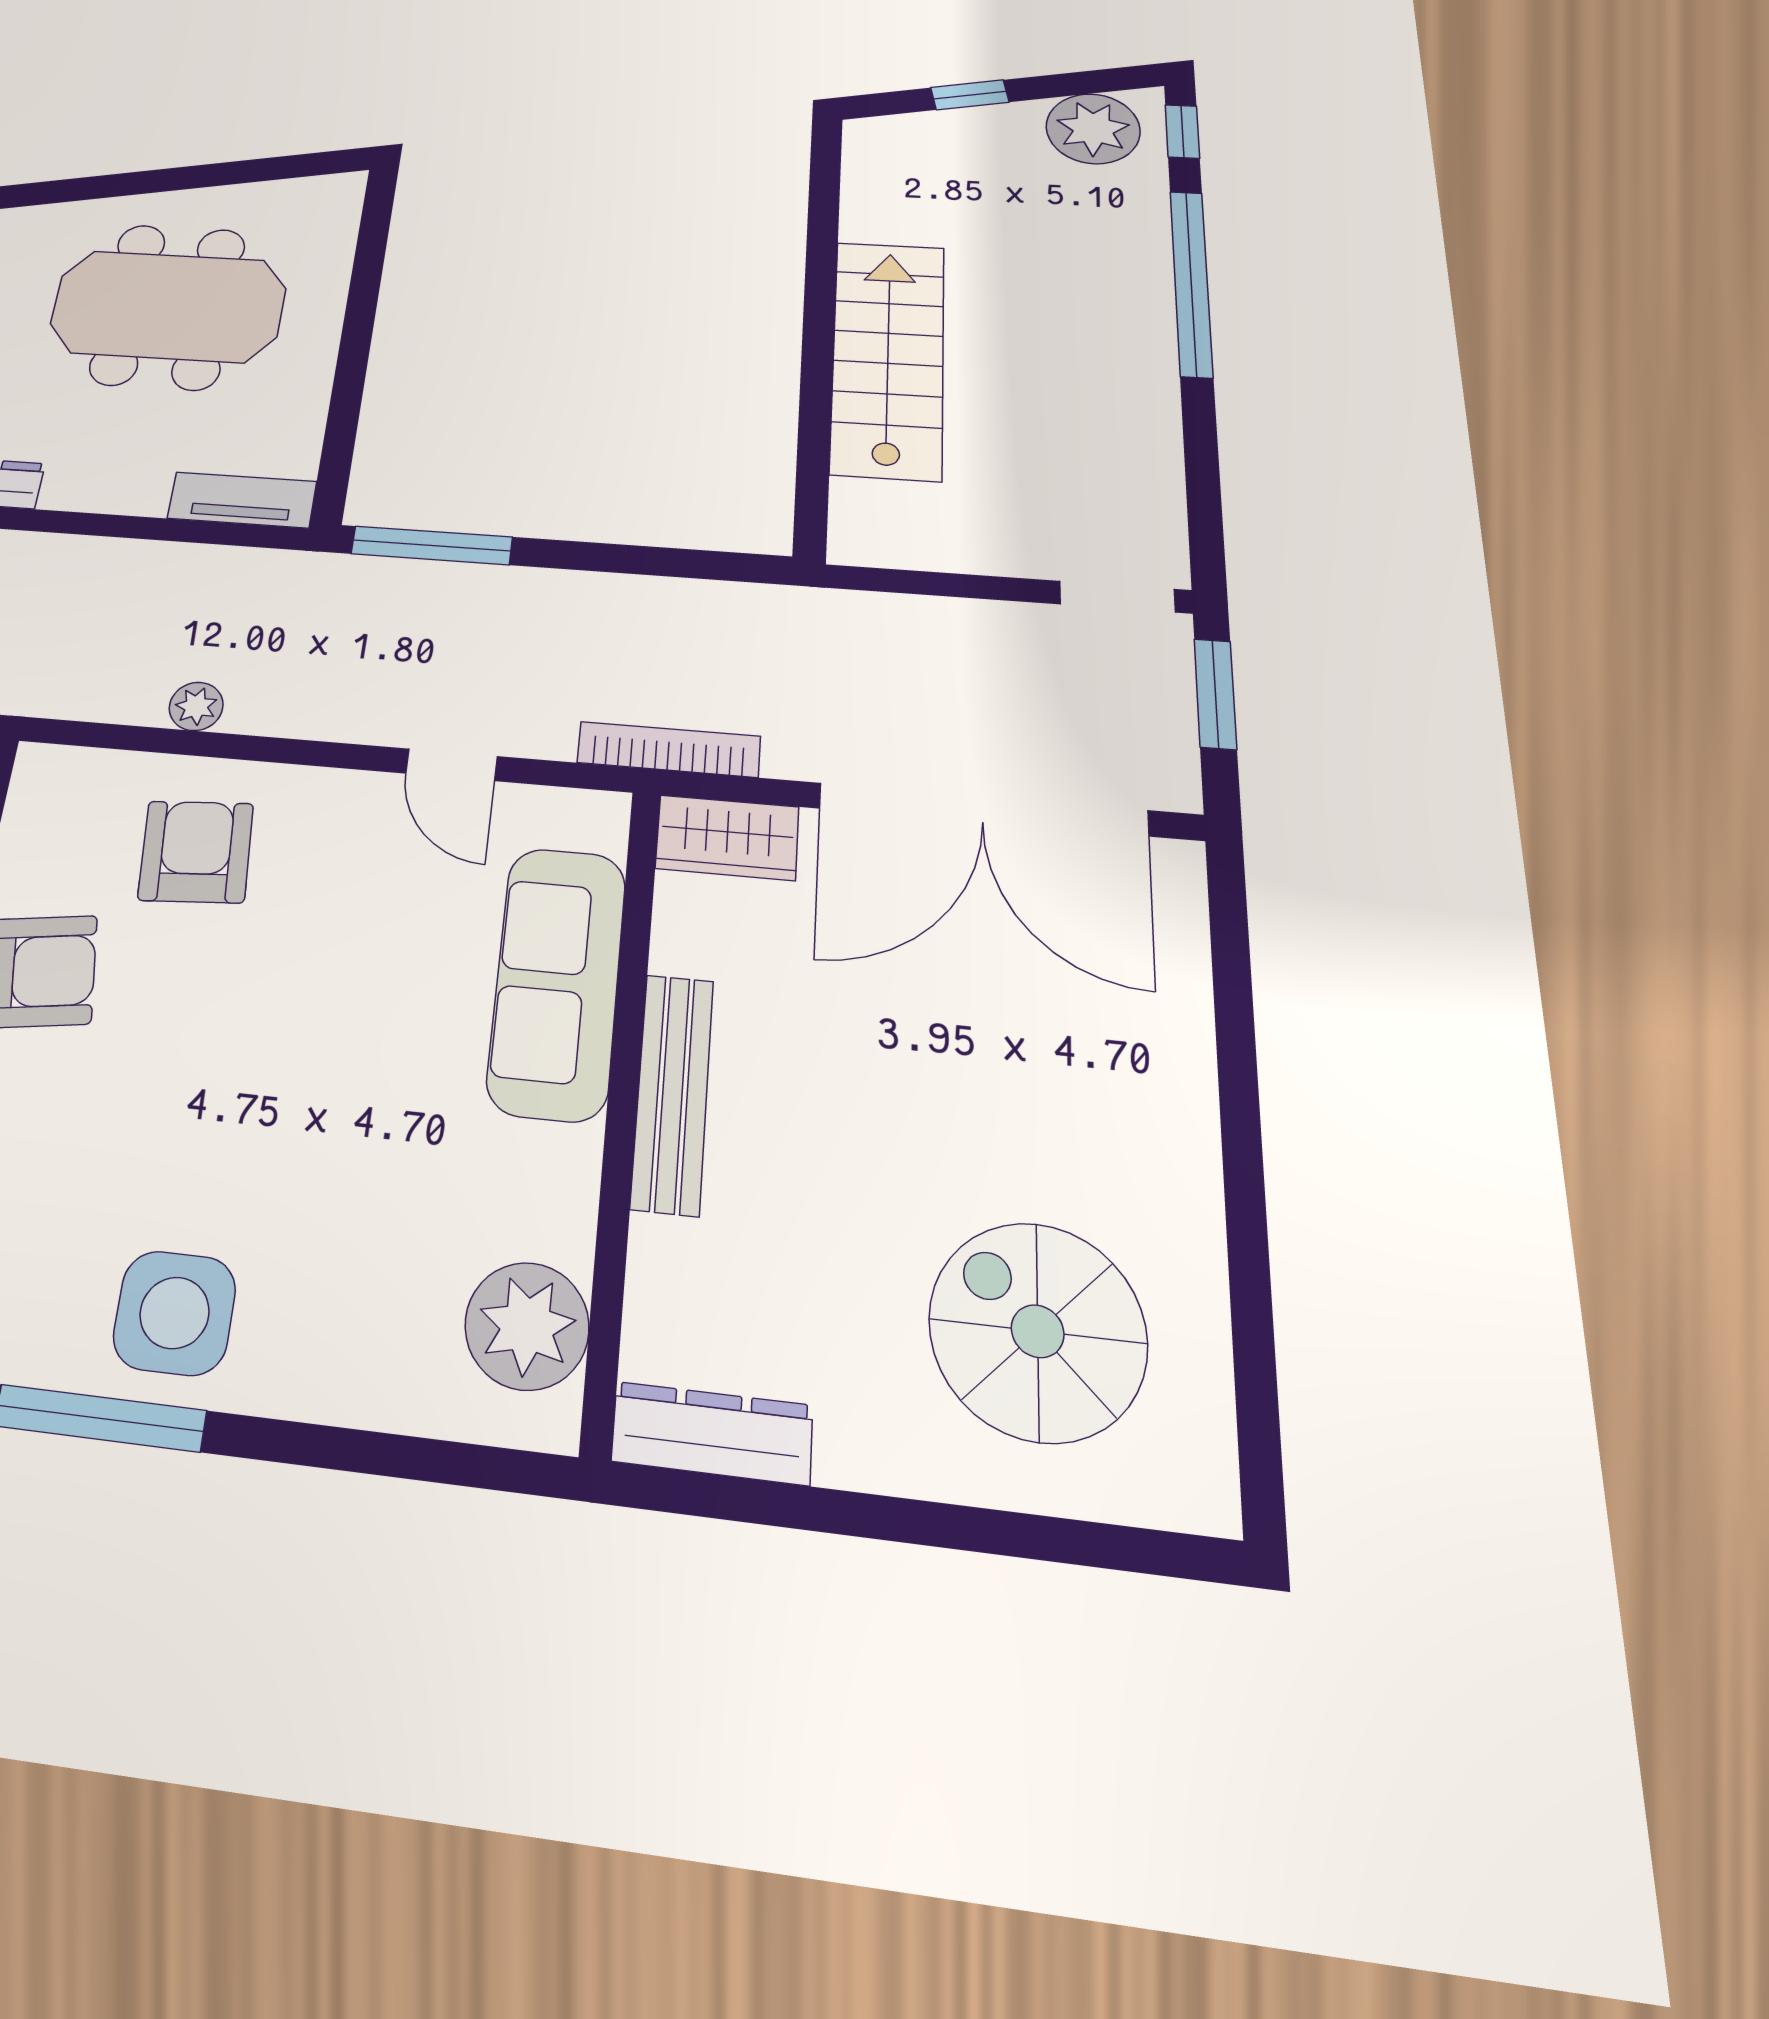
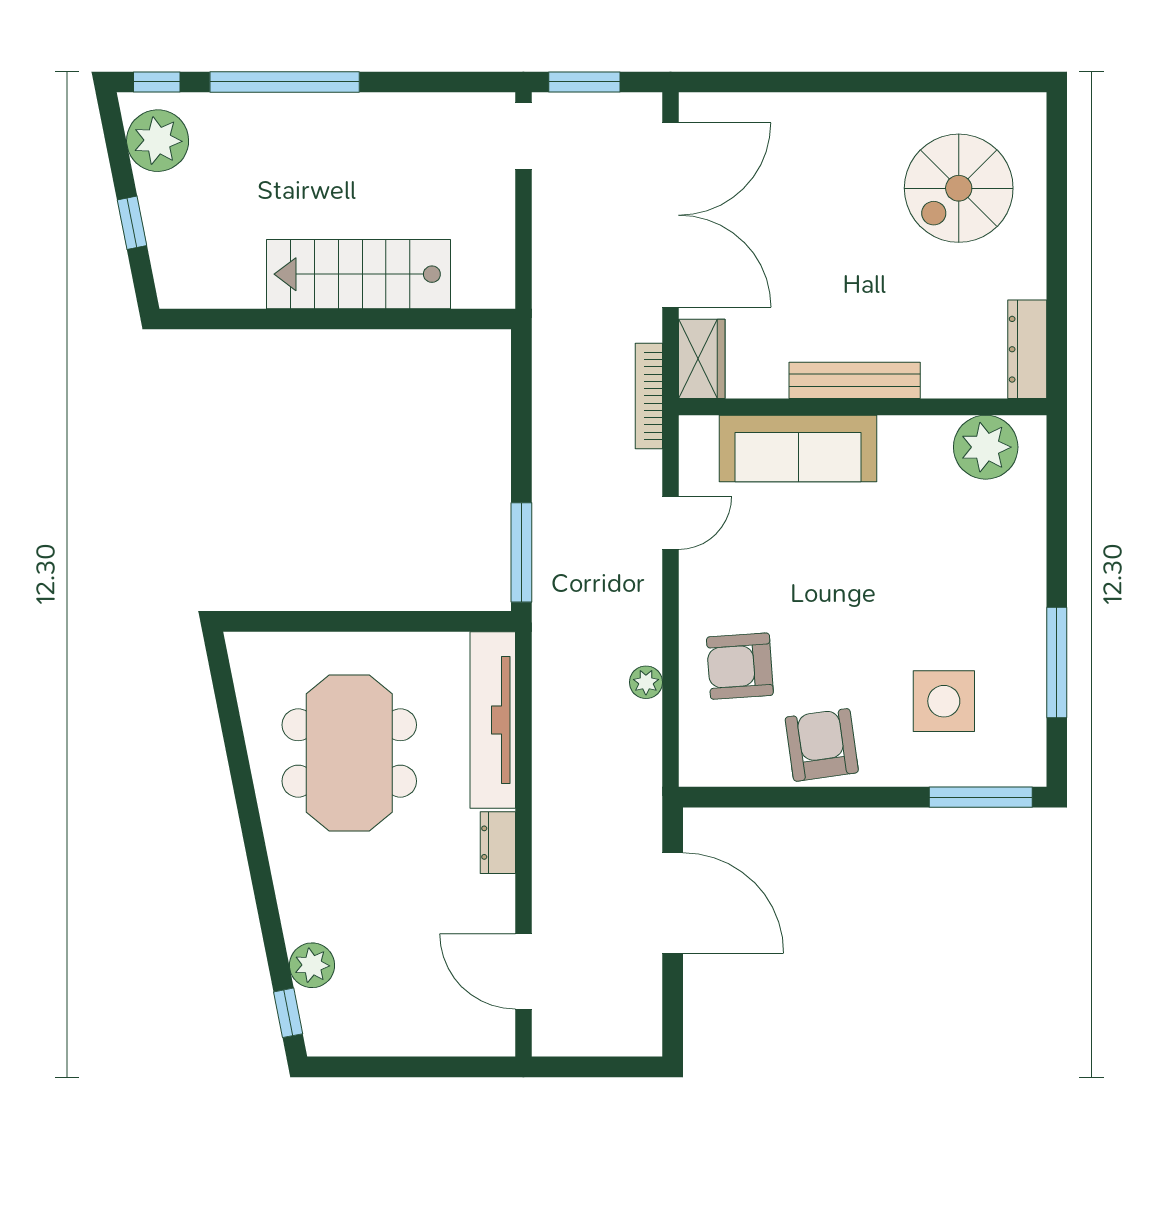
tv unit: (242, 500) -> (493, 720), width x1.92, depth x1.29
side table: (174, 1313) -> (944, 701), moved

